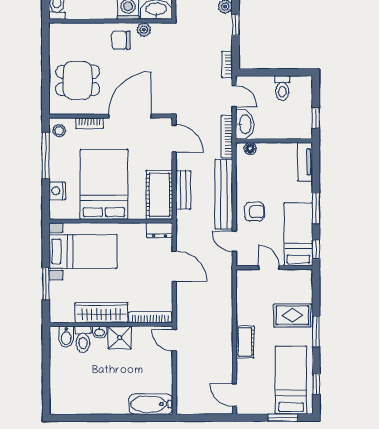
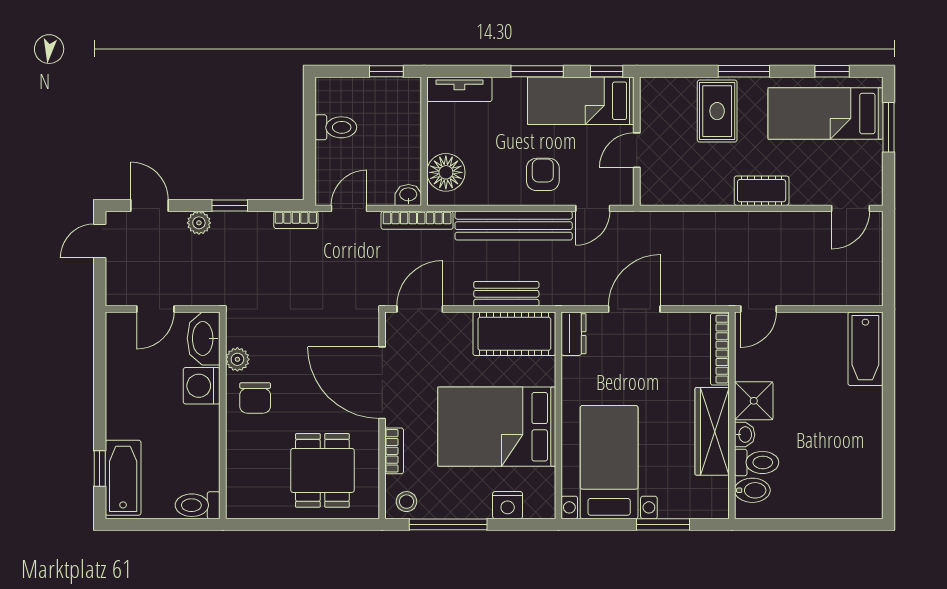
washbasin: (245, 124) -> (408, 195), width x0.52, depth x0.69
floor lamp: (250, 149) -> (446, 172), width x1.89, depth x1.89

